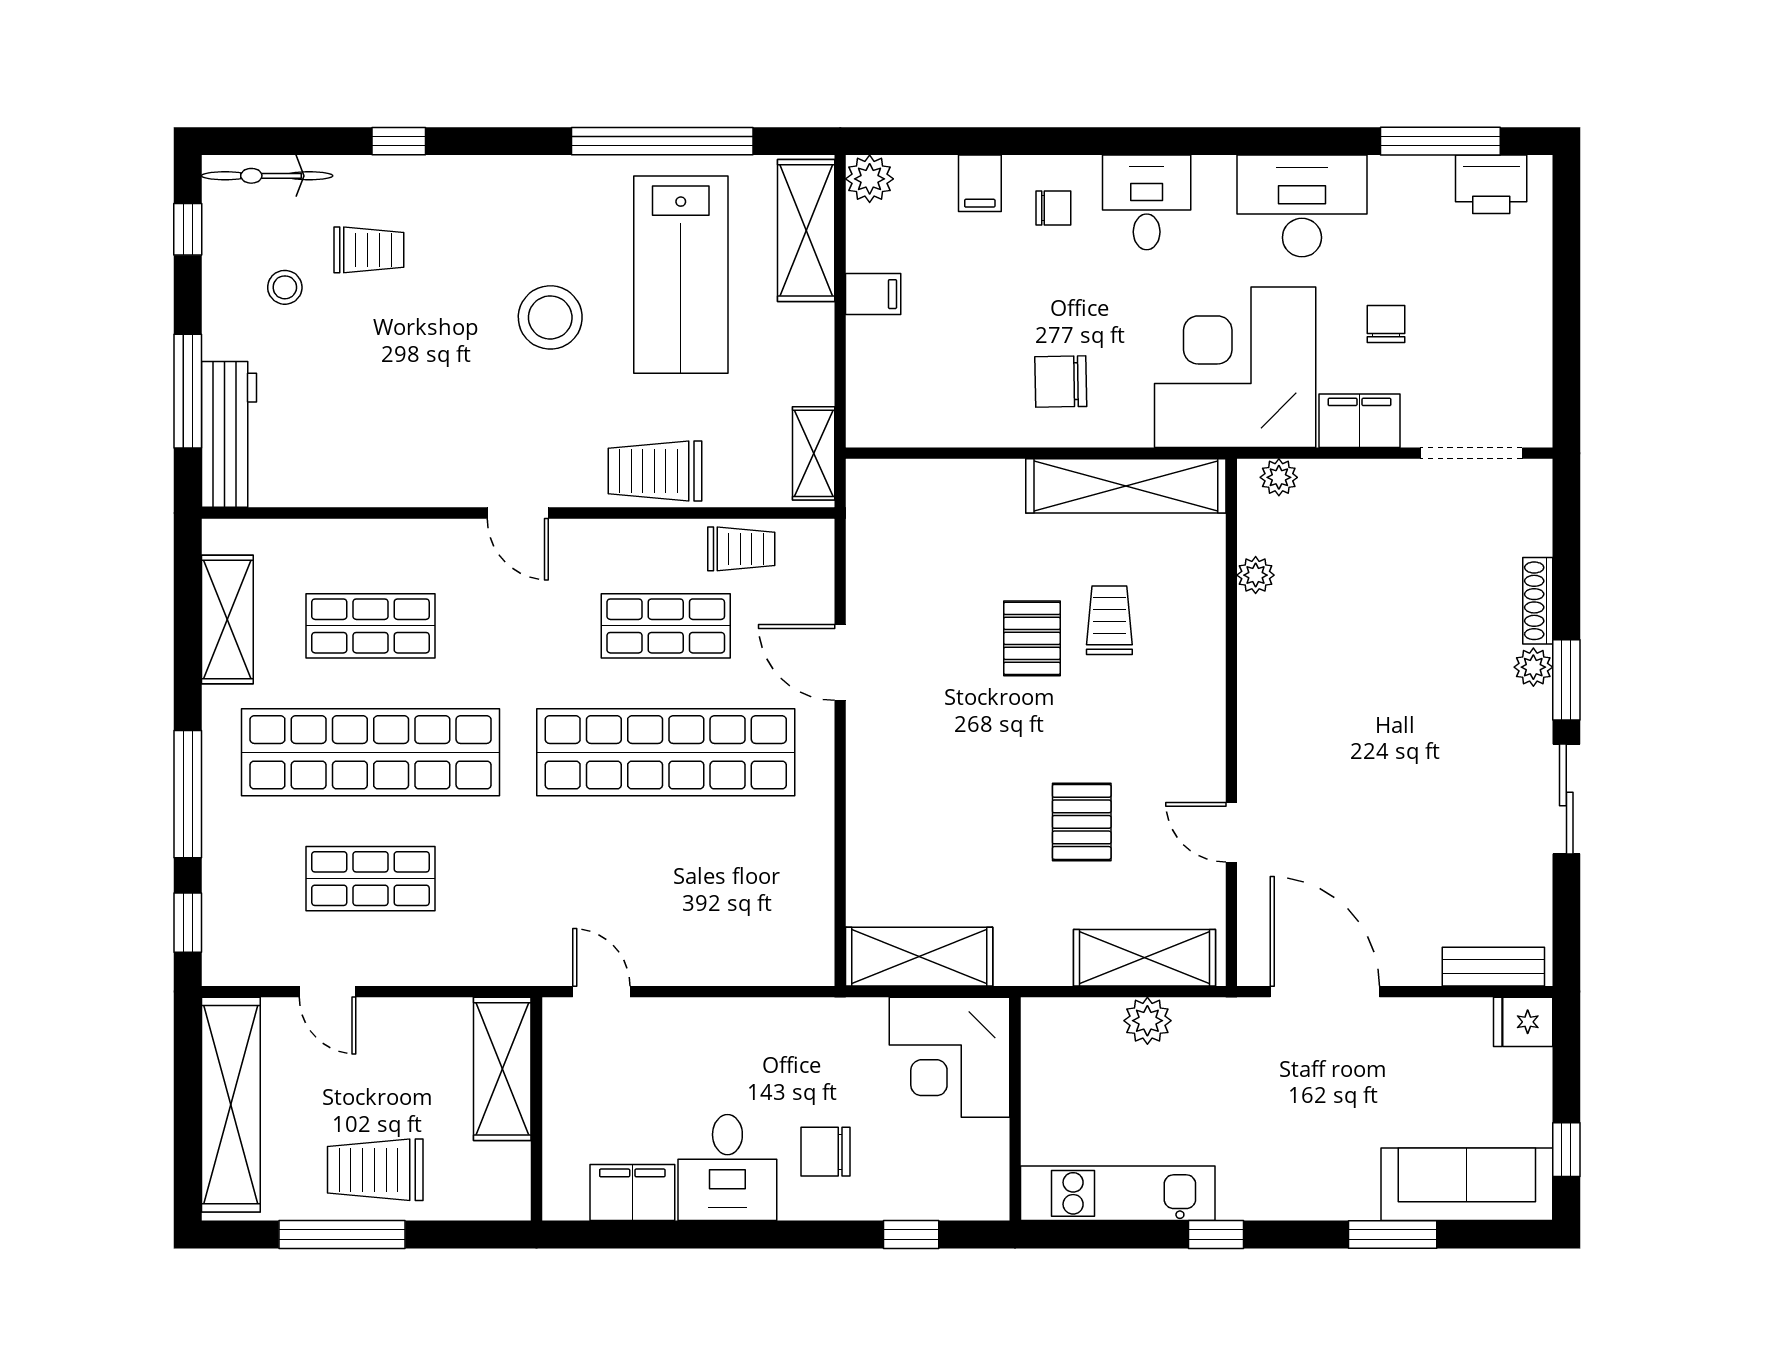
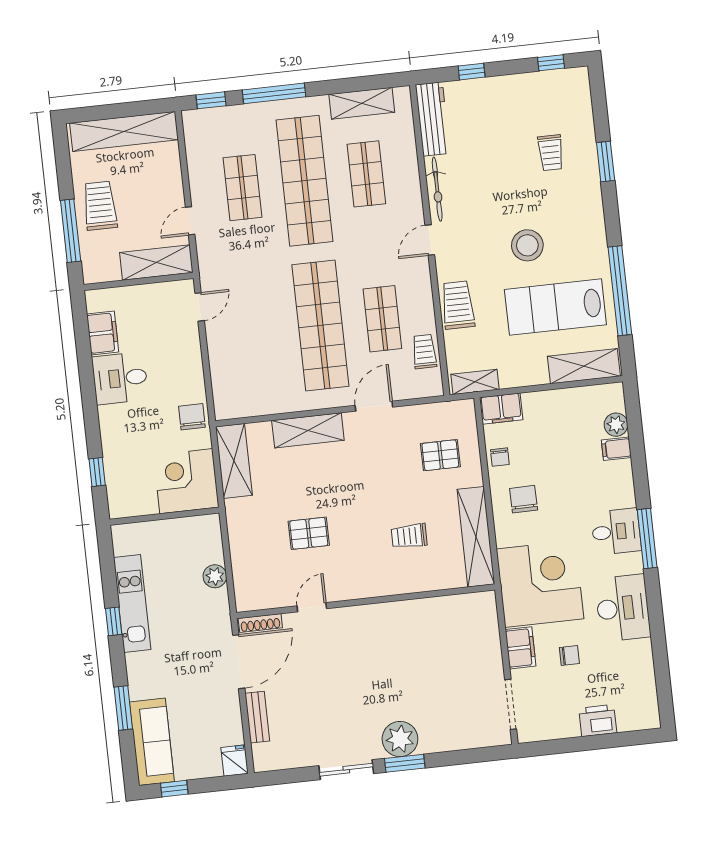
window: (399, 141) -> (606, 162), width x1.50
window: (1440, 141) -> (647, 538), moved
bicycle: (267, 176) -> (437, 189), moved, turned 180
plant: (870, 179) -> (616, 425), moved
printer: (1491, 184) -> (598, 721), moved, turned 90
chair: (1053, 208) -> (500, 457), moved
stool: (285, 287) -> (528, 114), removed
filing cabinet: (873, 294) -> (501, 409), moved, width x2.00
window: (188, 391) -> (472, 72), width x0.46
workbench: (229, 434) -> (433, 119), moved, turned -90
plant: (1279, 477) -> (488, 611), removed
trolley: (741, 549) -> (424, 352), turned 180
plant: (1256, 575) -> (439, 605), removed
shoe rack: (1538, 601) -> (260, 623), moved, turned 180
trolley: (1109, 620) -> (409, 536), turned 180
pallet: (1032, 638) -> (440, 455), moved
plant: (1533, 667) -> (400, 739), width x1.87, depth x1.87
shelving: (1145, 958) -> (308, 430), moved, turned 90
bench: (1493, 967) -> (257, 717), moved
door: (328, 992) -> (190, 221), moved
chair: (826, 1152) -> (192, 417), moved
kitchen unit: (1118, 1193) -> (132, 604), moved
window: (342, 1235) -> (71, 231), moved

